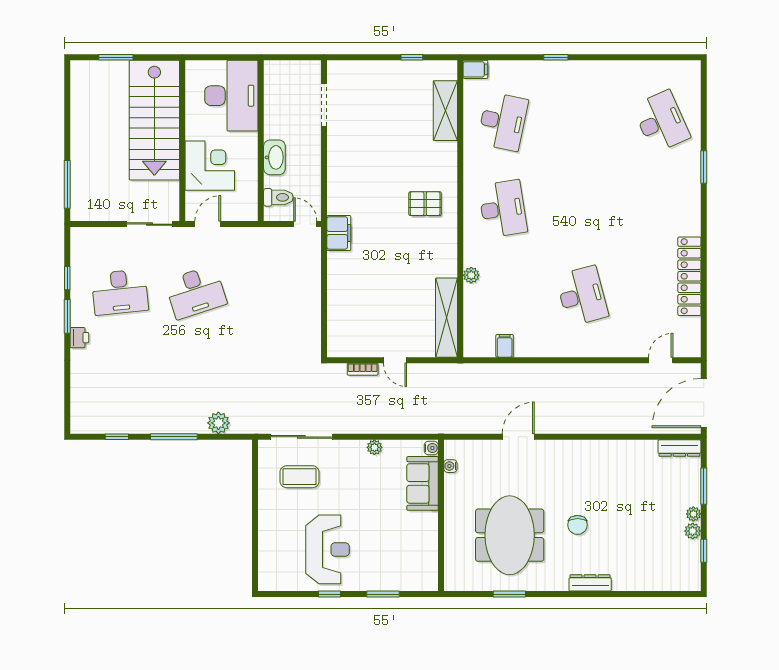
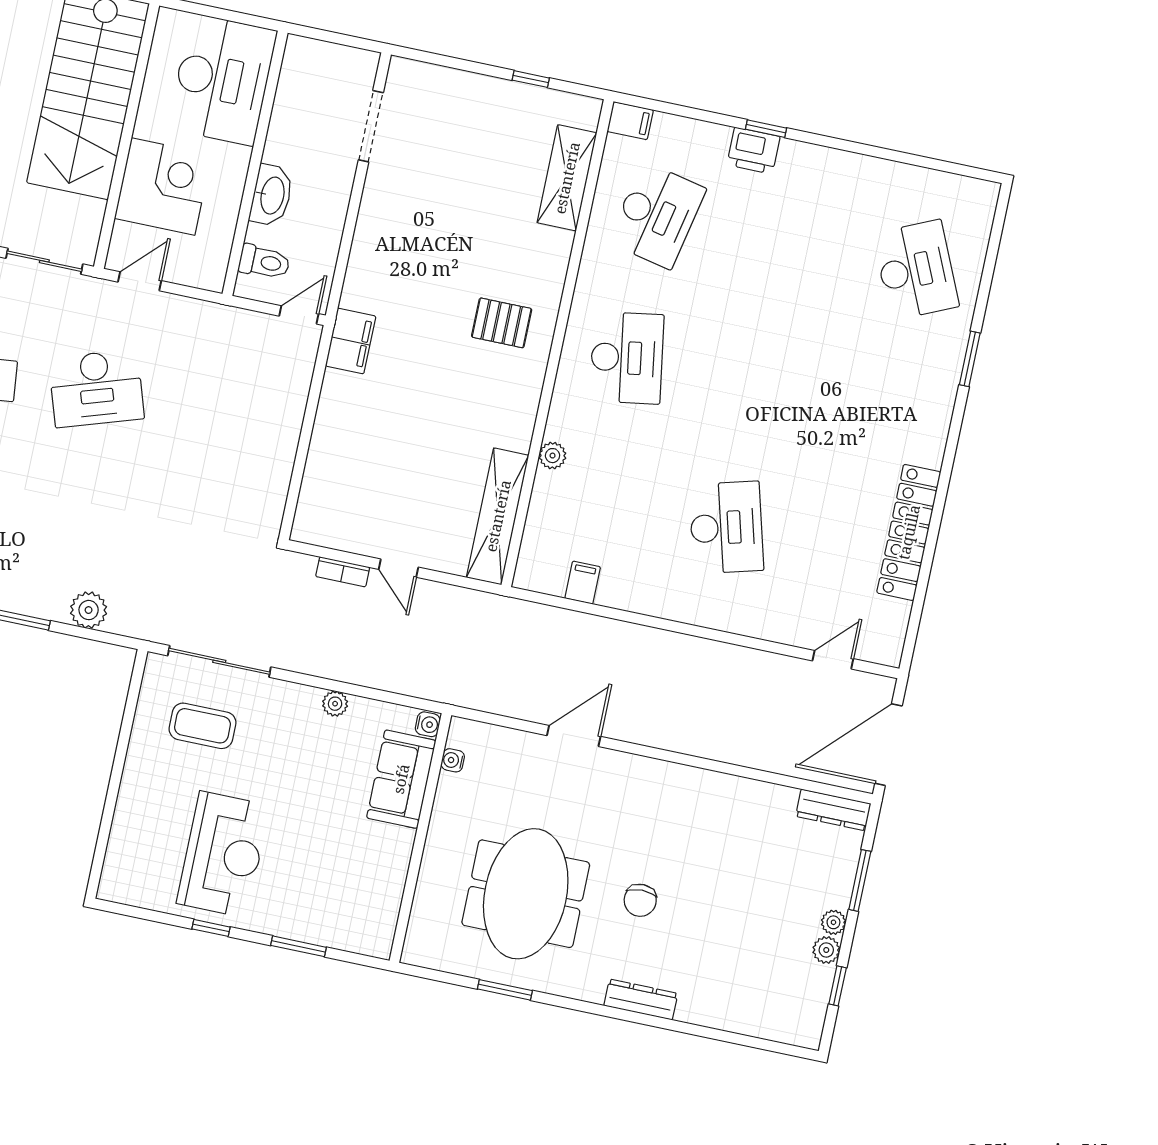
printer: (551, 72) -> (753, 151), added
door: (305, 224) -> (299, 315), hinge flipped

